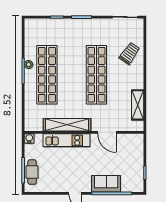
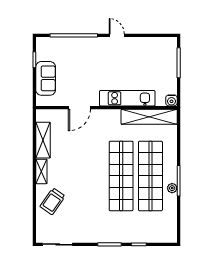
shop shelf: (96, 75) -> (121, 176), moved
shelving: (139, 79) -> (41, 172), added
shelving: (67, 125) -> (149, 117), moved
door: (107, 132) -> (79, 108), swing flipped
cafe table: (32, 172) -> (168, 61), removed
sofa: (106, 184) -> (46, 78), moved, turned -90

